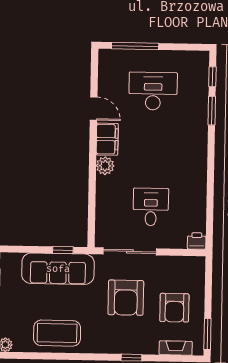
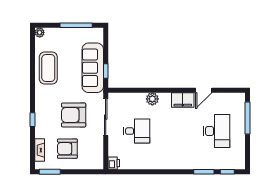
plant: (105, 166) -> (152, 99), moved

